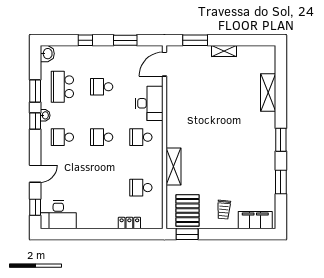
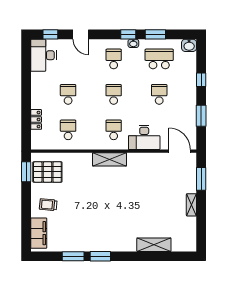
window: (281, 140) -> (100, 256), moved
shelving: (174, 167) -> (110, 159), moved
school desk: (102, 188) -> (68, 94), added

